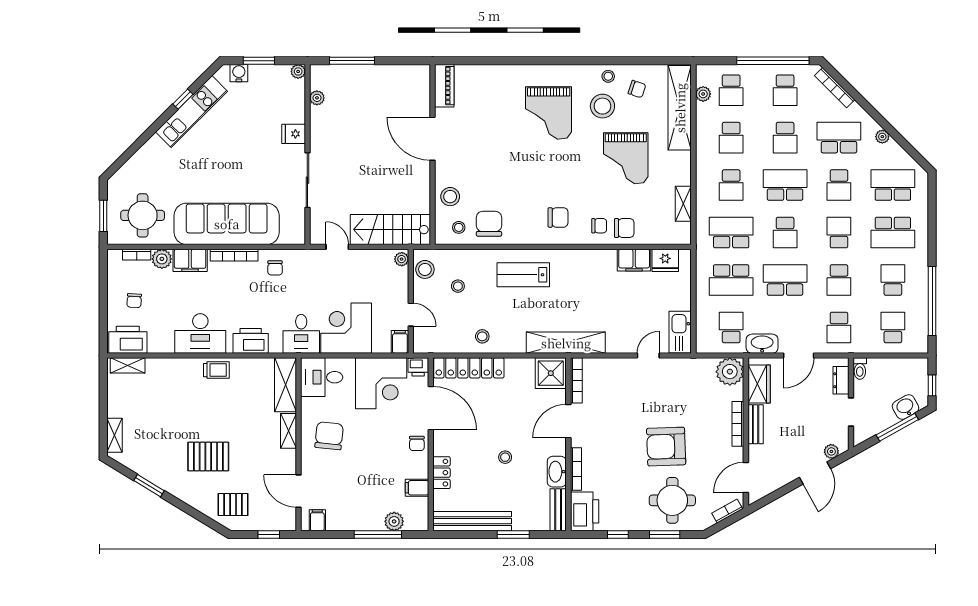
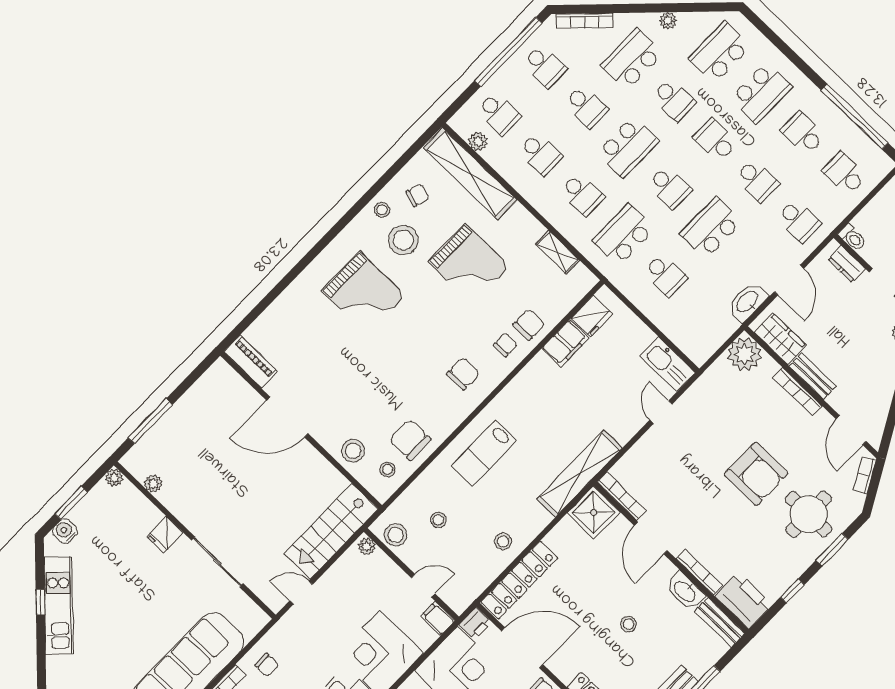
school desk: (785, 185) -> (628, 147), turned 180
school desk: (731, 280) -> (665, 275), width x0.54
school desk: (731, 327) -> (707, 315), removed
armchair: (666, 447) -> (756, 474), turned -88

